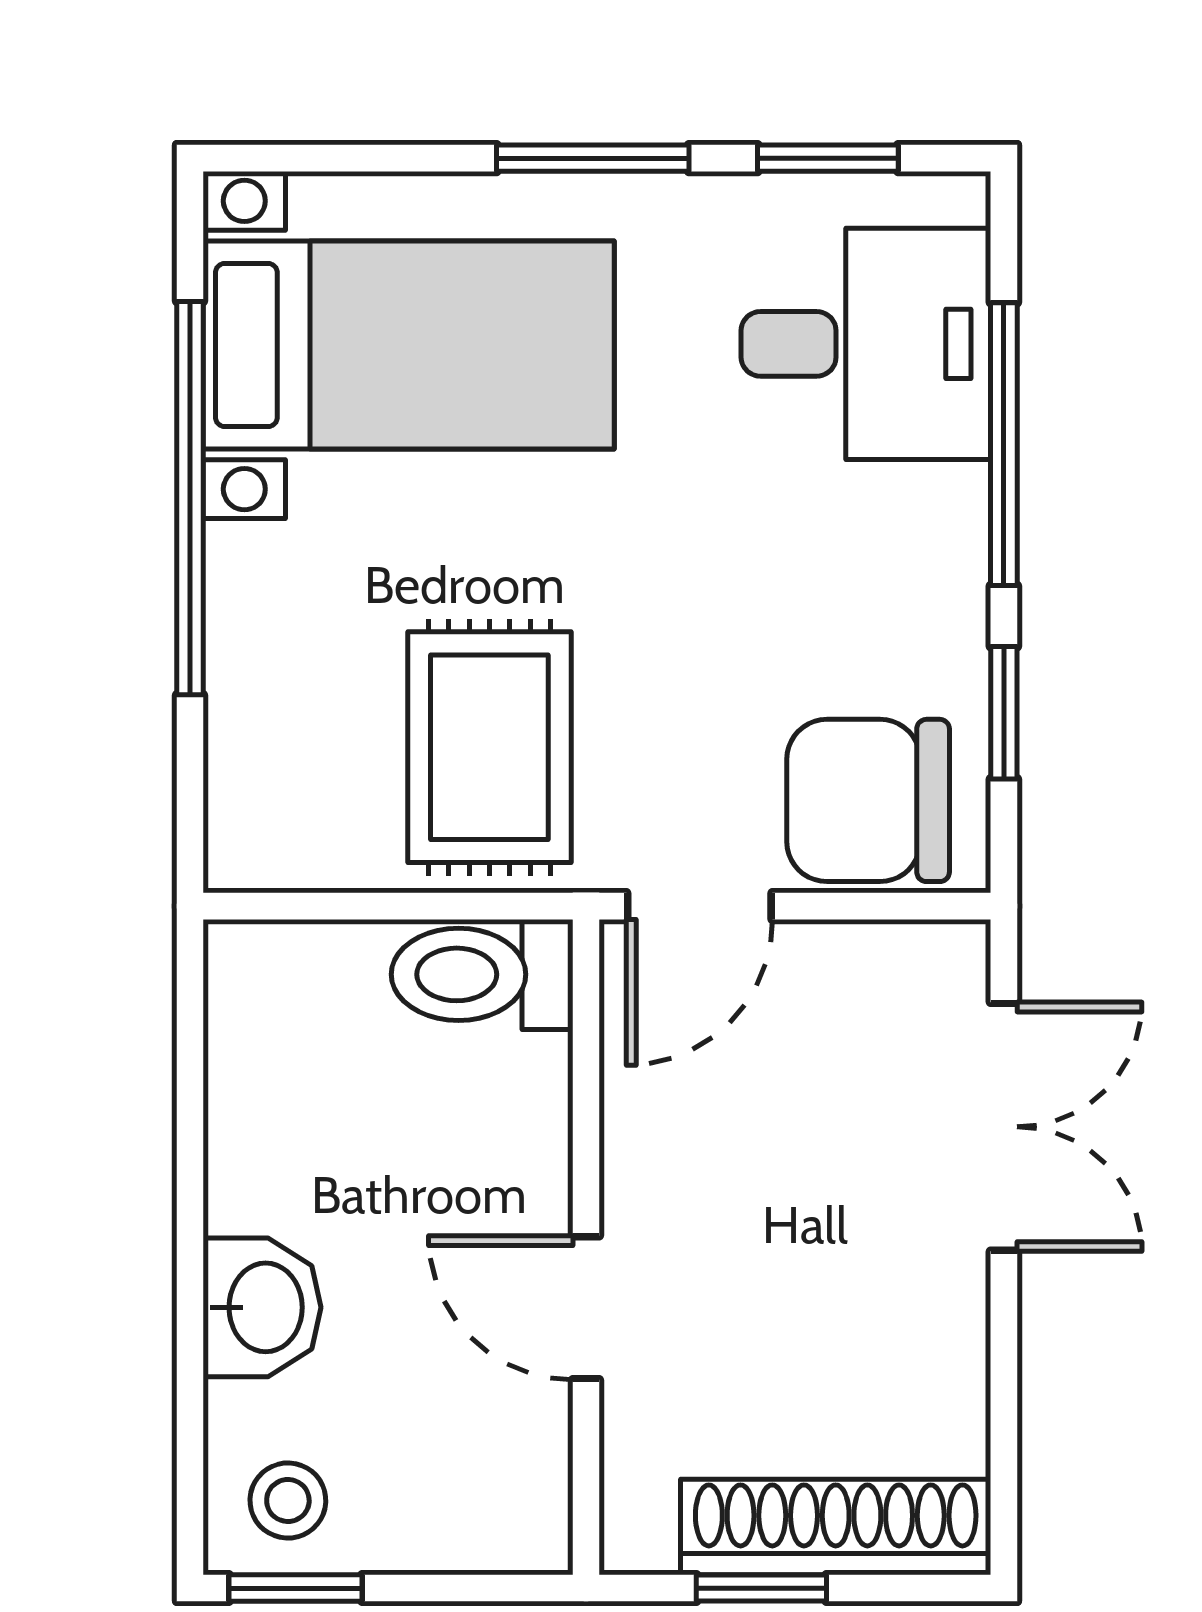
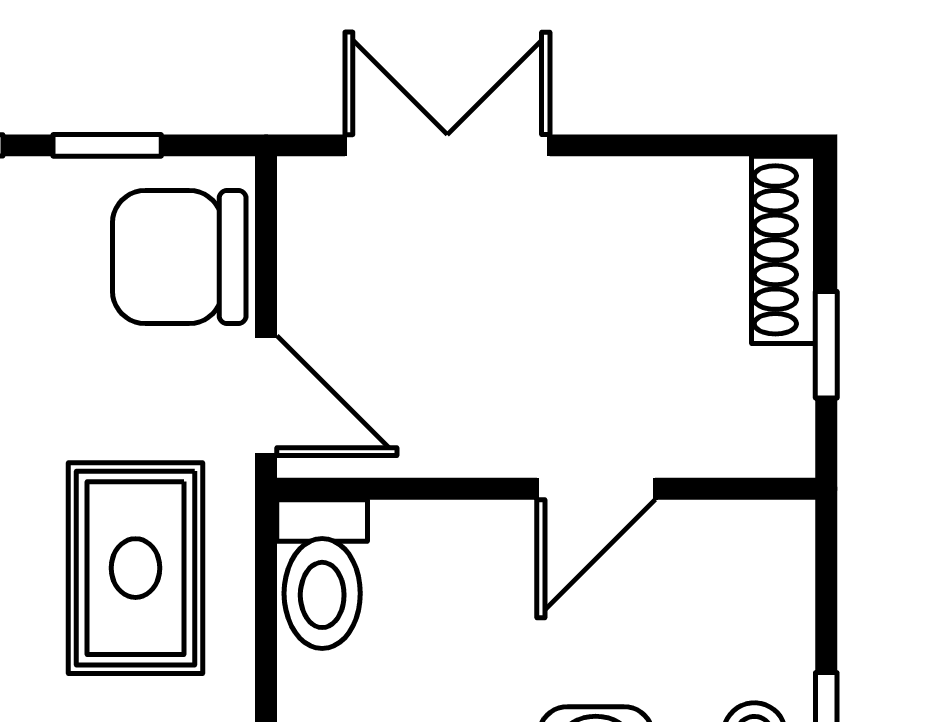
rug: (489, 747) -> (136, 568), turned 90
chair: (868, 800) -> (179, 257), turned 90
shoe rack: (836, 1527) -> (784, 250), width x0.74, depth x0.81

